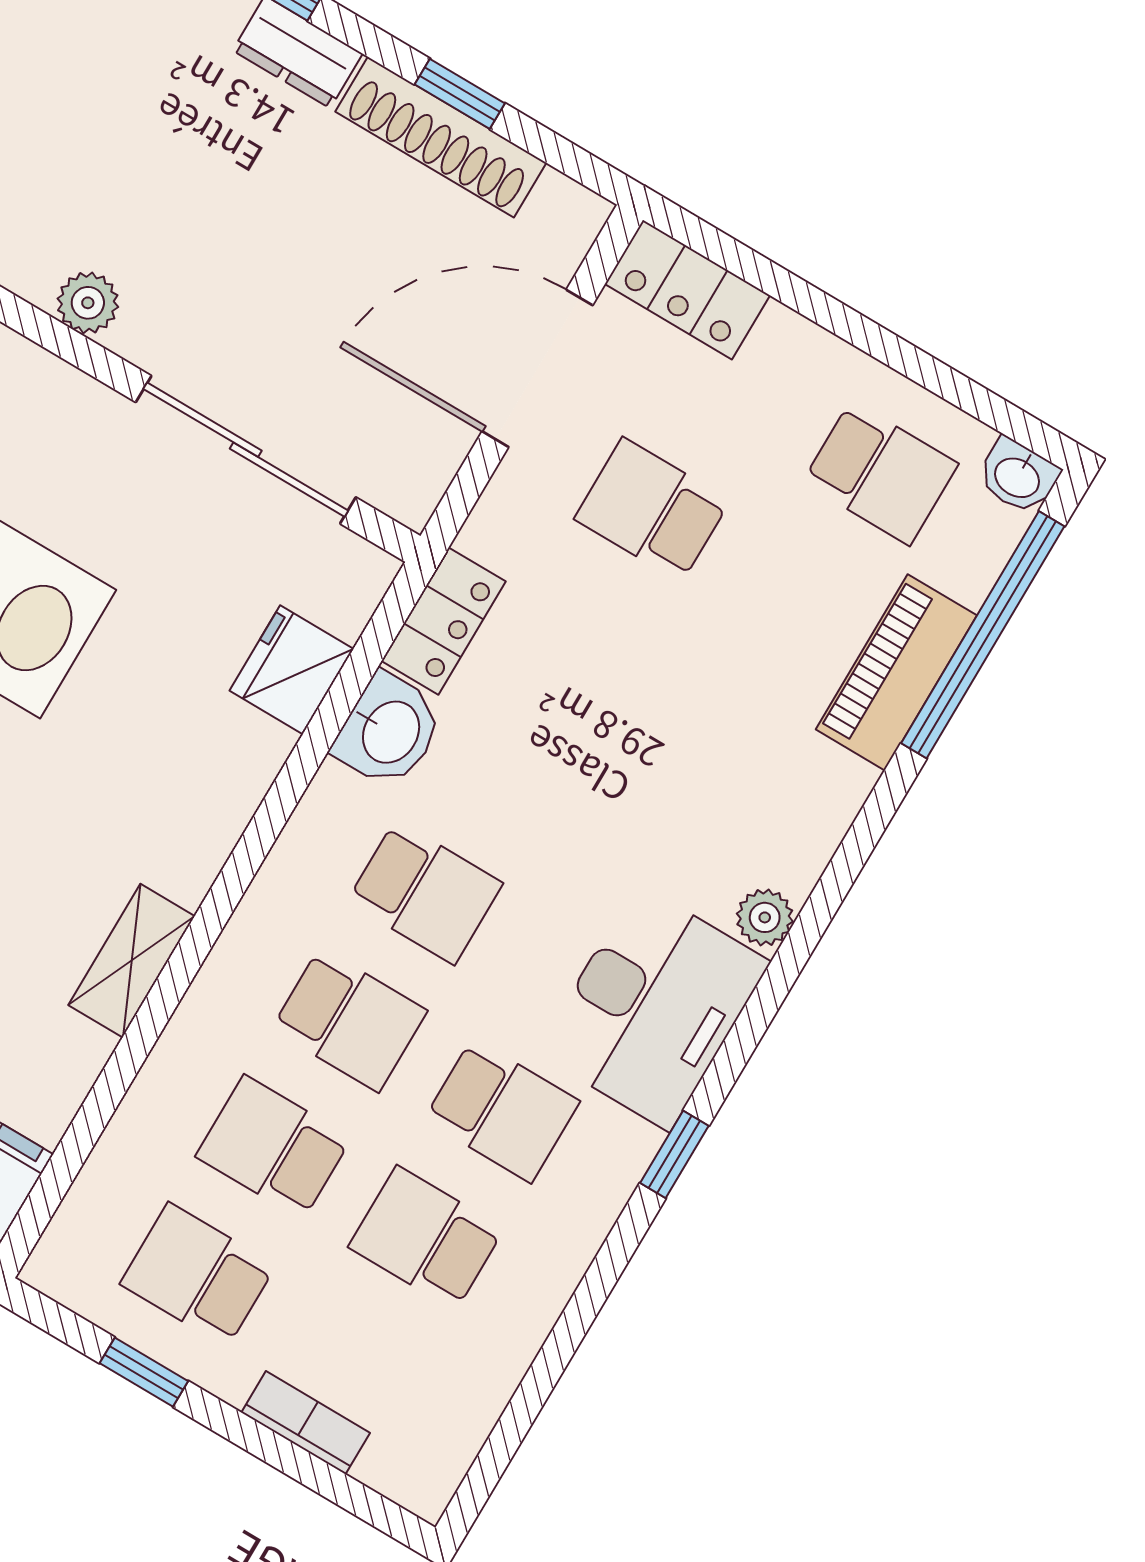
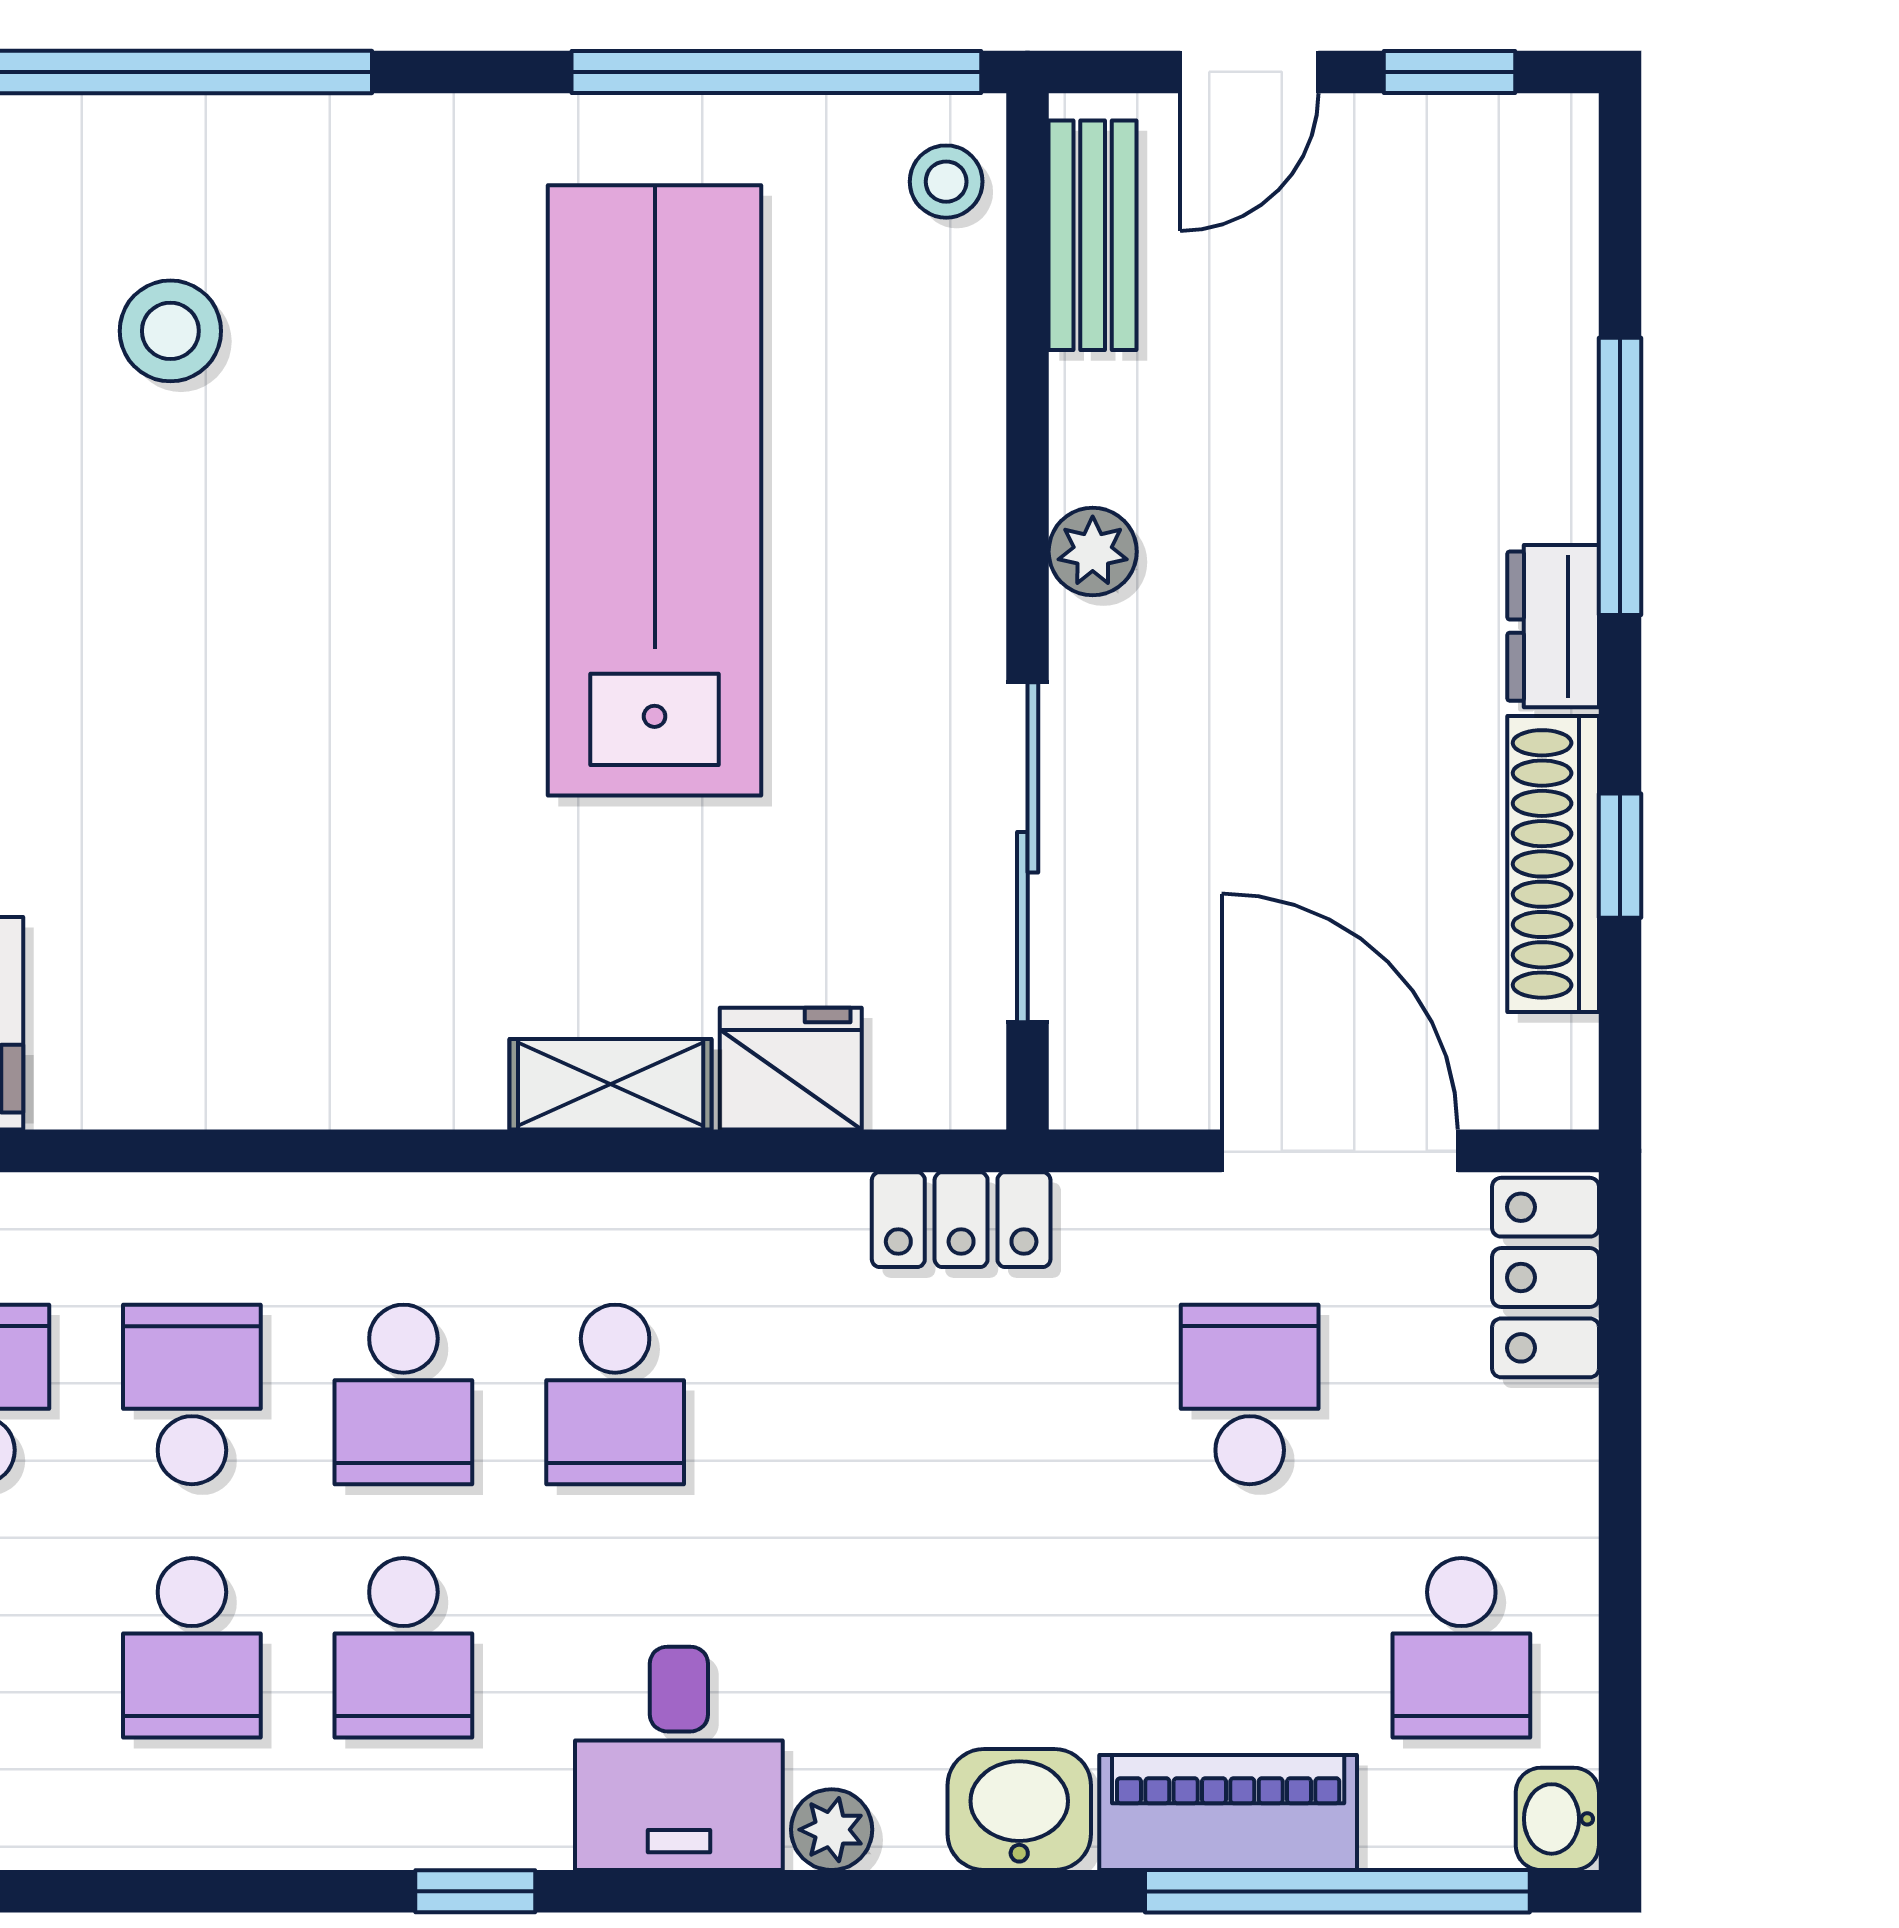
washbasin: (389, 731) -> (1019, 1810), moved, turned 180
shelving: (132, 961) -> (611, 1084), moved
desk: (653, 1007) -> (679, 1758), width x0.73
school desk: (426, 1238) -> (192, 1648), turned 180

